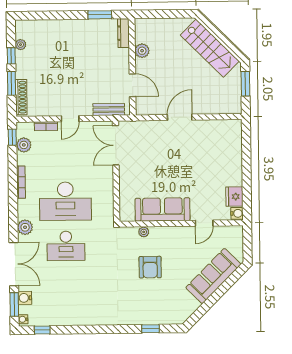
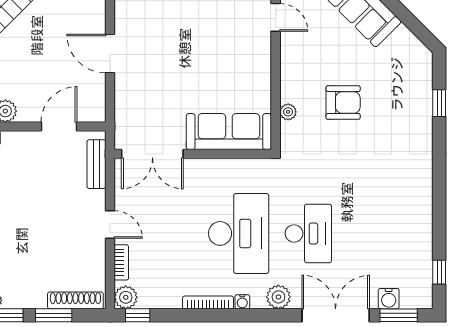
plant: (24, 145) -> (126, 297), moved
sofa: (162, 209) -> (229, 132), moved, turned 90
water cooler: (23, 319) -> (242, 302), moved

